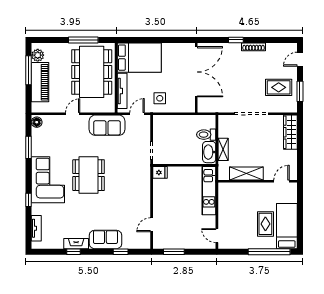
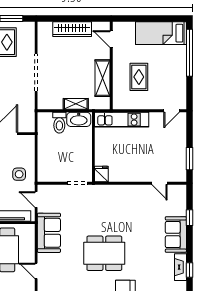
wardrobe: (290, 132) -> (72, 29), moved
rug: (265, 224) -> (139, 77), moved, turned 90

